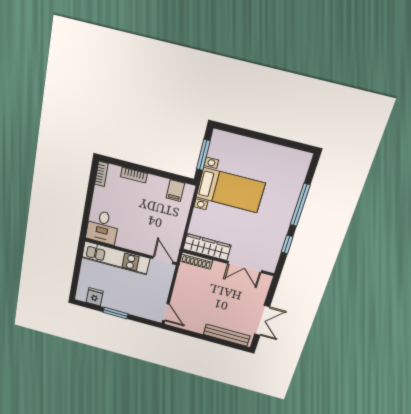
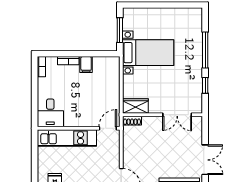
filing cabinet: (175, 191) -> (86, 65), moved
wardrobe: (207, 247) -> (135, 106), width x0.67
door: (163, 260) -> (108, 128), hinge flipped
shoe rack: (196, 261) -> (132, 121), width x0.70

